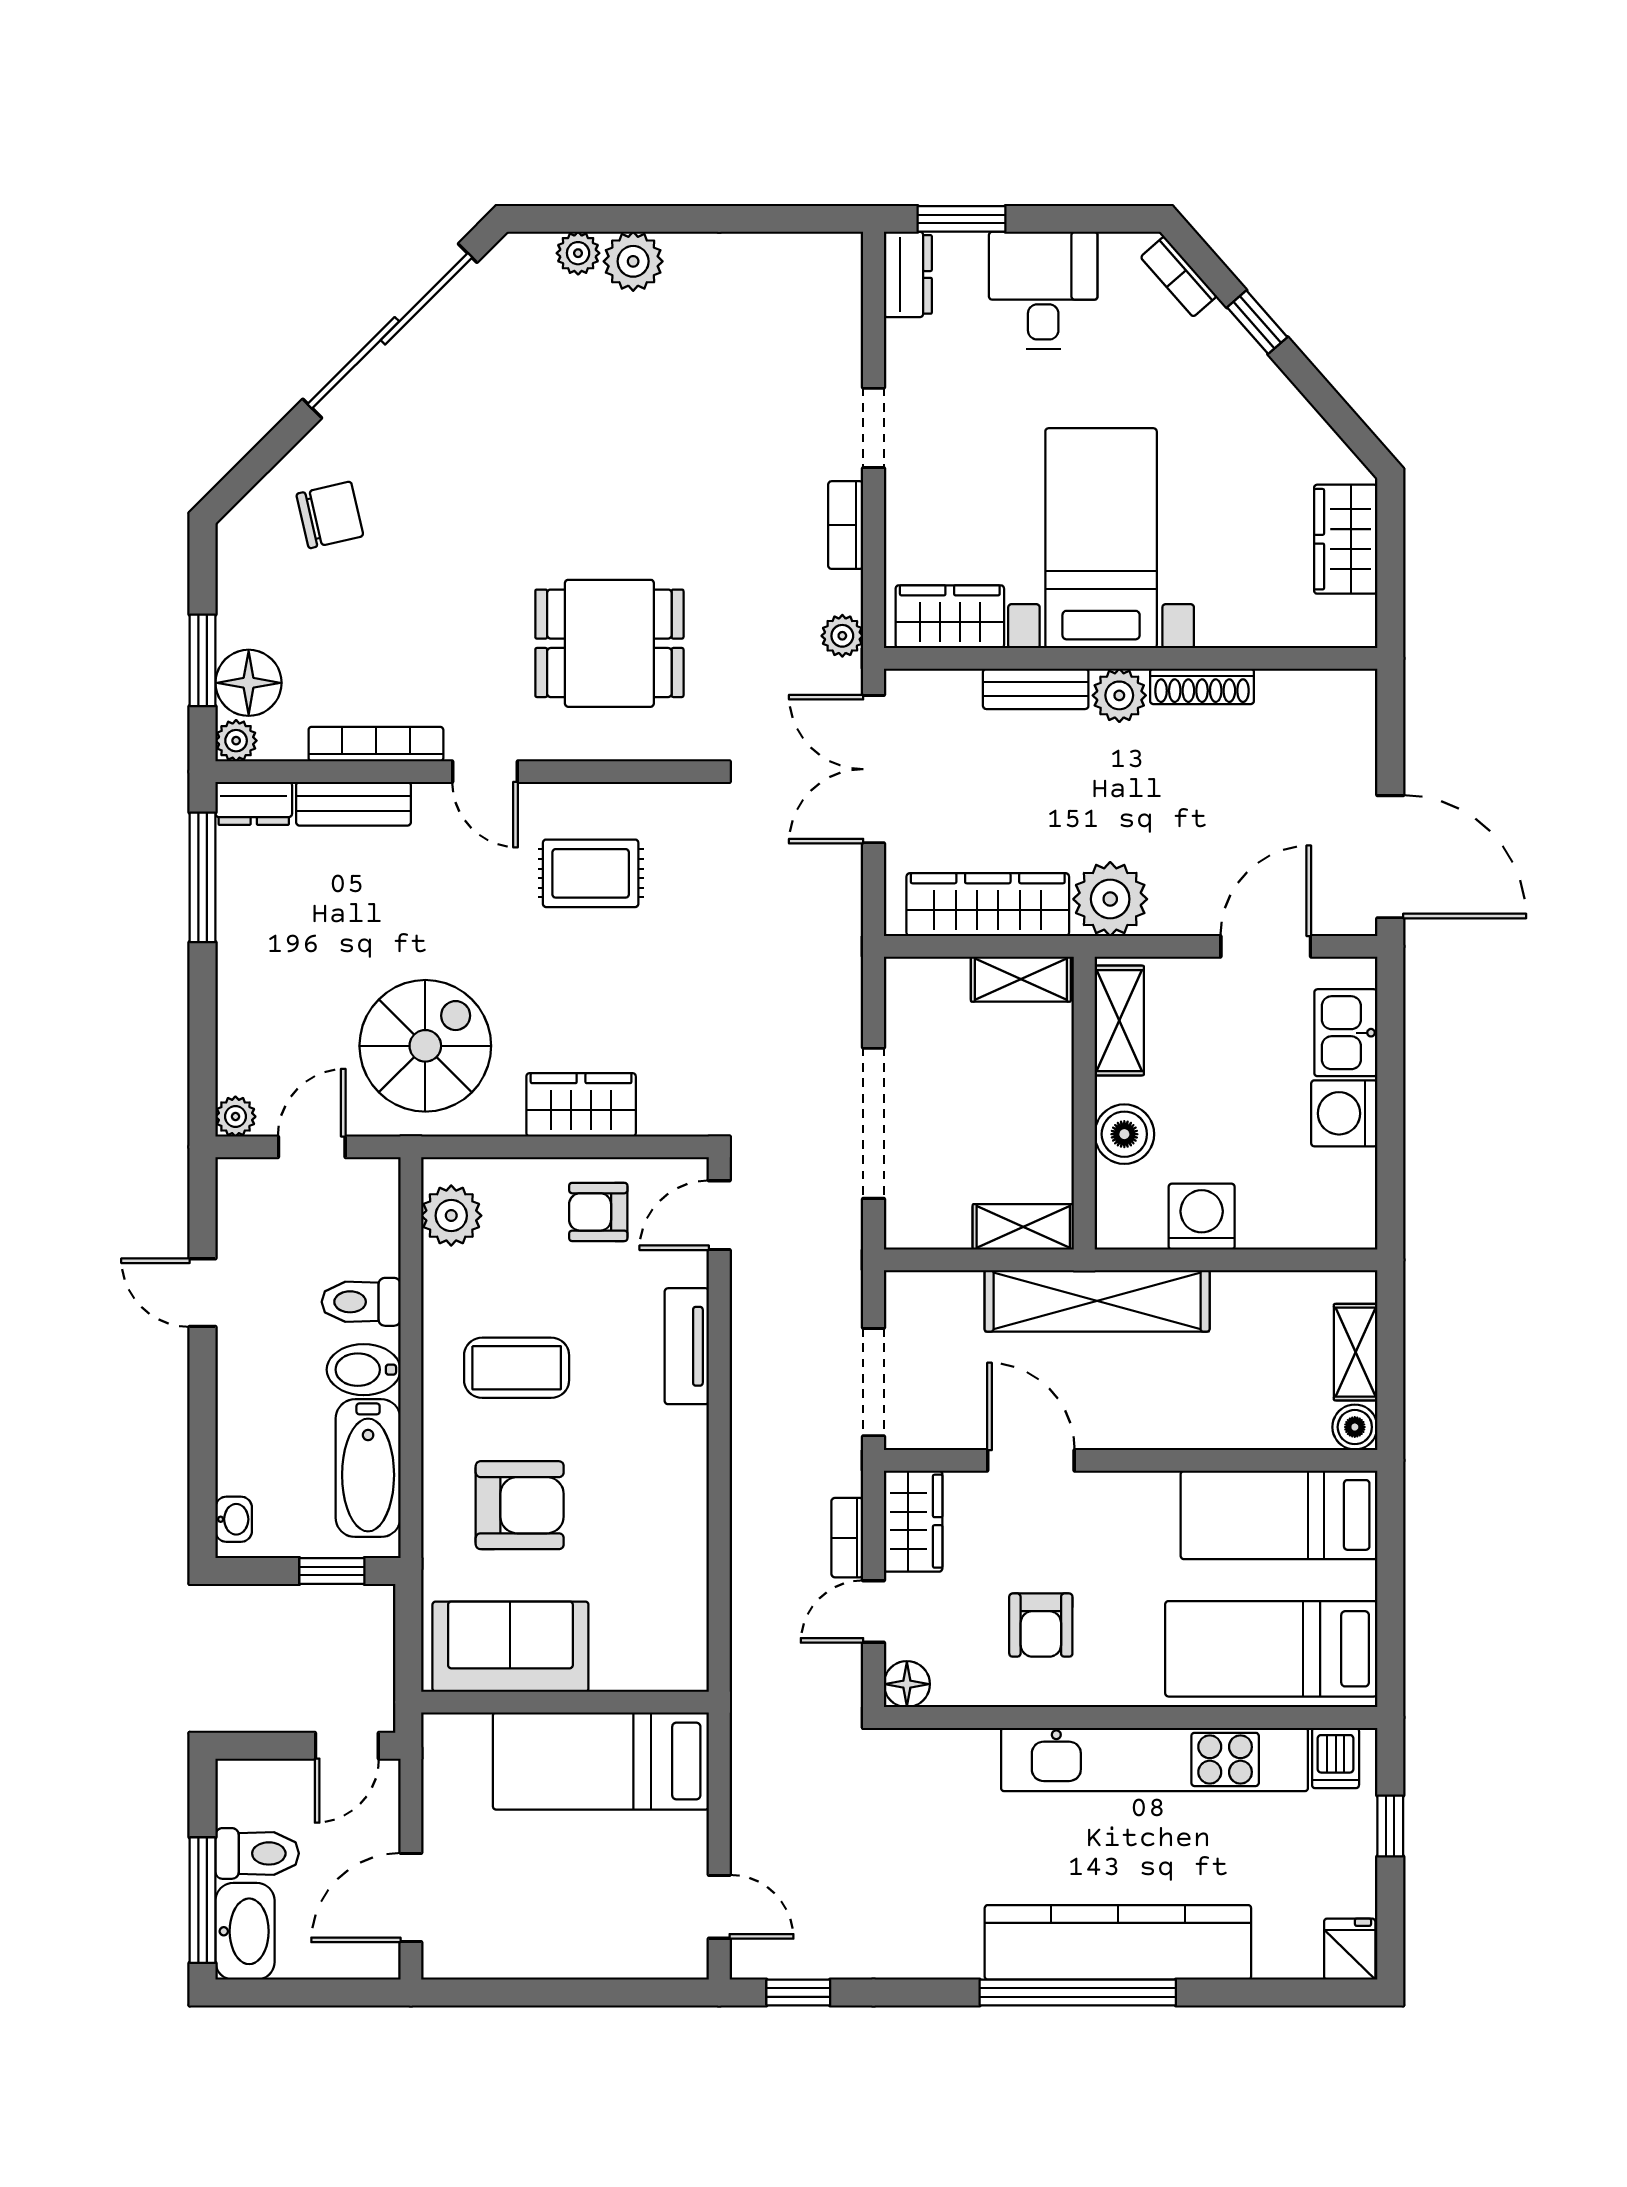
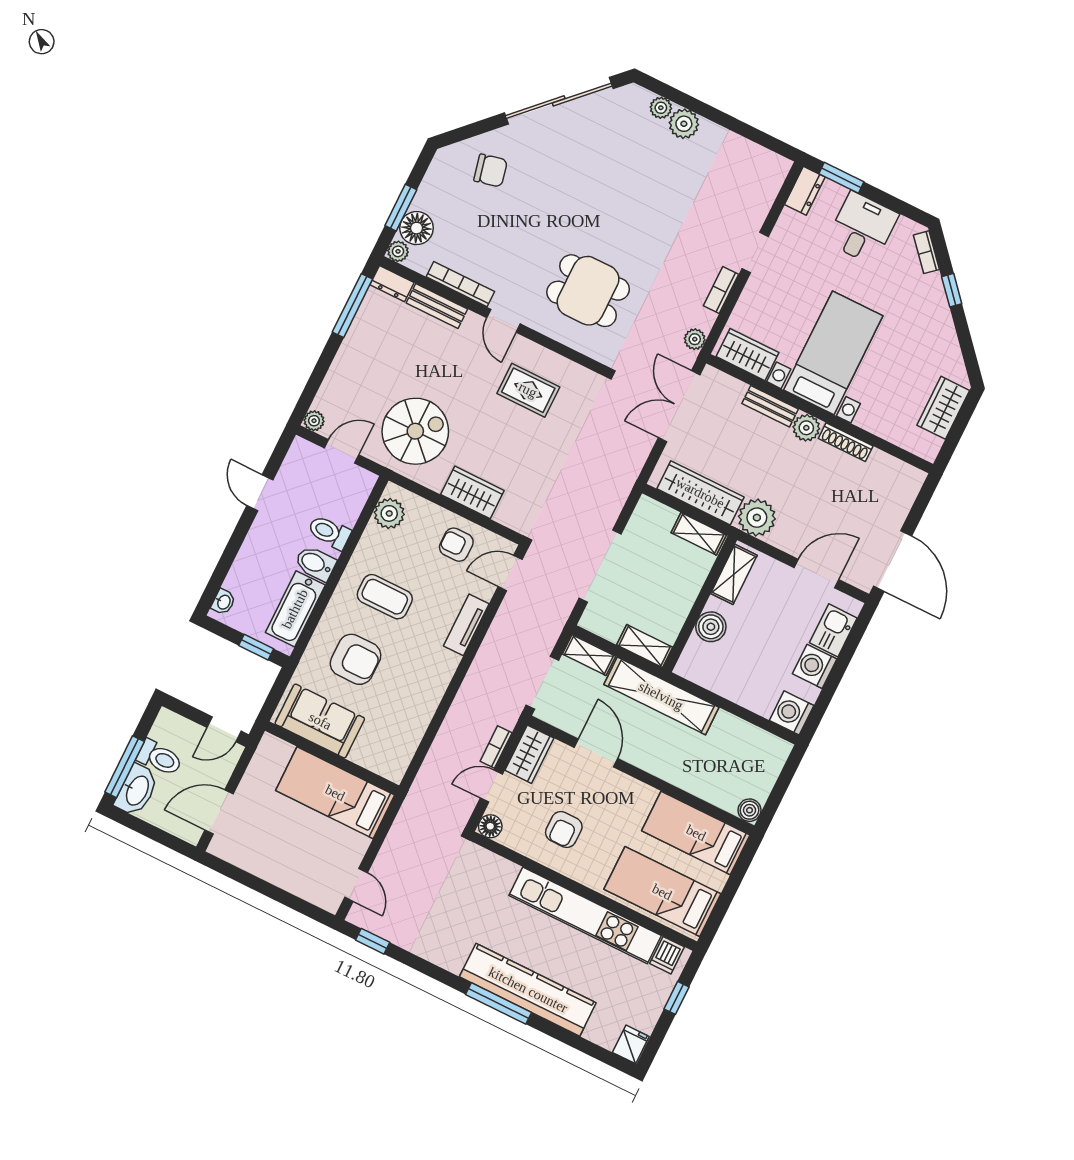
washing machine: (1202, 1217) -> (792, 713), moved, turned -90
shelving: (1356, 1352) -> (589, 655), moved, turned 90
window: (1078, 1993) -> (499, 1003), width x0.68

